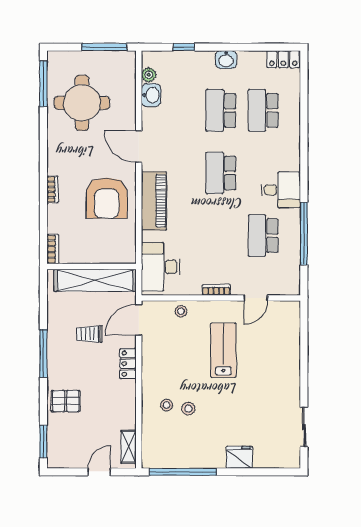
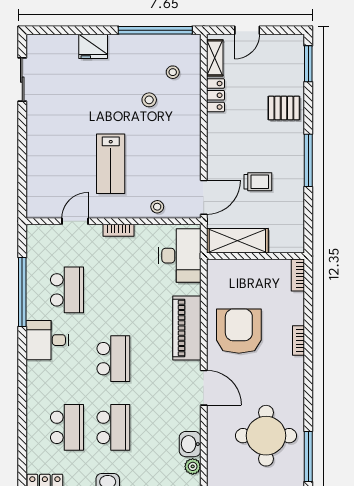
shelving: (95, 280) -> (237, 241), width x0.68
locker: (128, 364) -> (215, 95), moved
stool: (167, 405) -> (173, 72), moved

